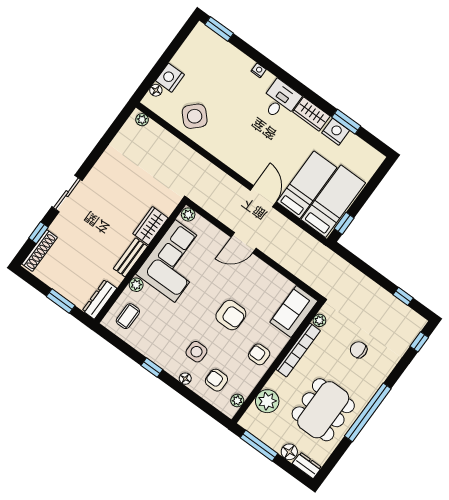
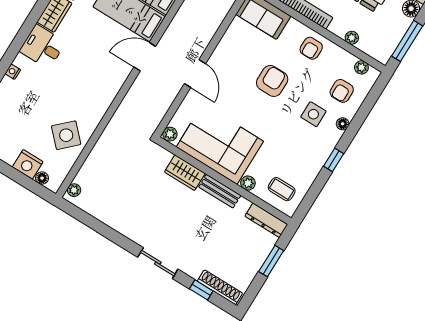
plant: (267, 401) -> (352, 38), width x0.53, depth x0.53

